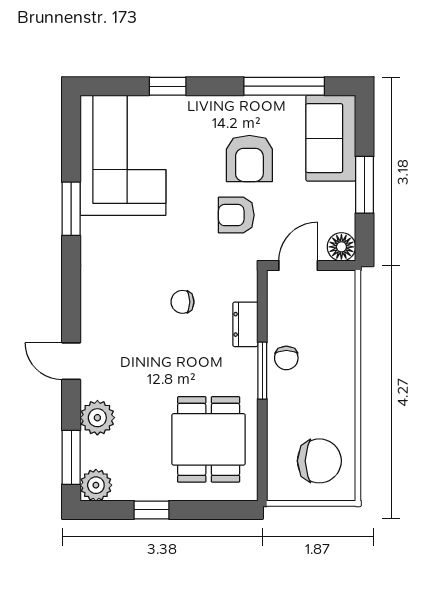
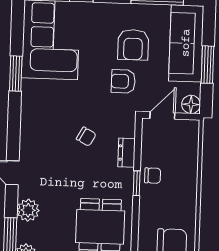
sofa: (331, 138) -> (186, 43), width x1.36
chair: (182, 302) -> (86, 137), turned -151
chair: (286, 358) -> (153, 176), turned -90
window: (262, 371) -> (137, 183), width x0.67

